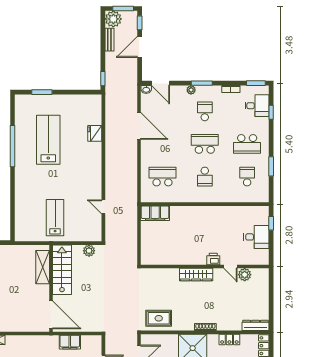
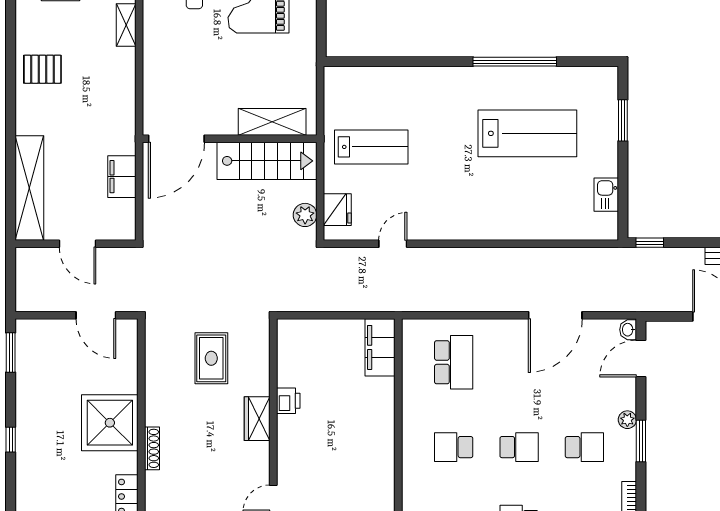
kitchen sink: (79, 100) -> (606, 195), added
fridge: (95, 133) -> (337, 210), moved, turned 90
school desk: (205, 144) -> (519, 447), width x0.54
printer: (213, 259) -> (288, 401), moved
wardrobe: (196, 275) -> (257, 419), width x0.67
rug: (159, 318) -> (211, 358), moved

